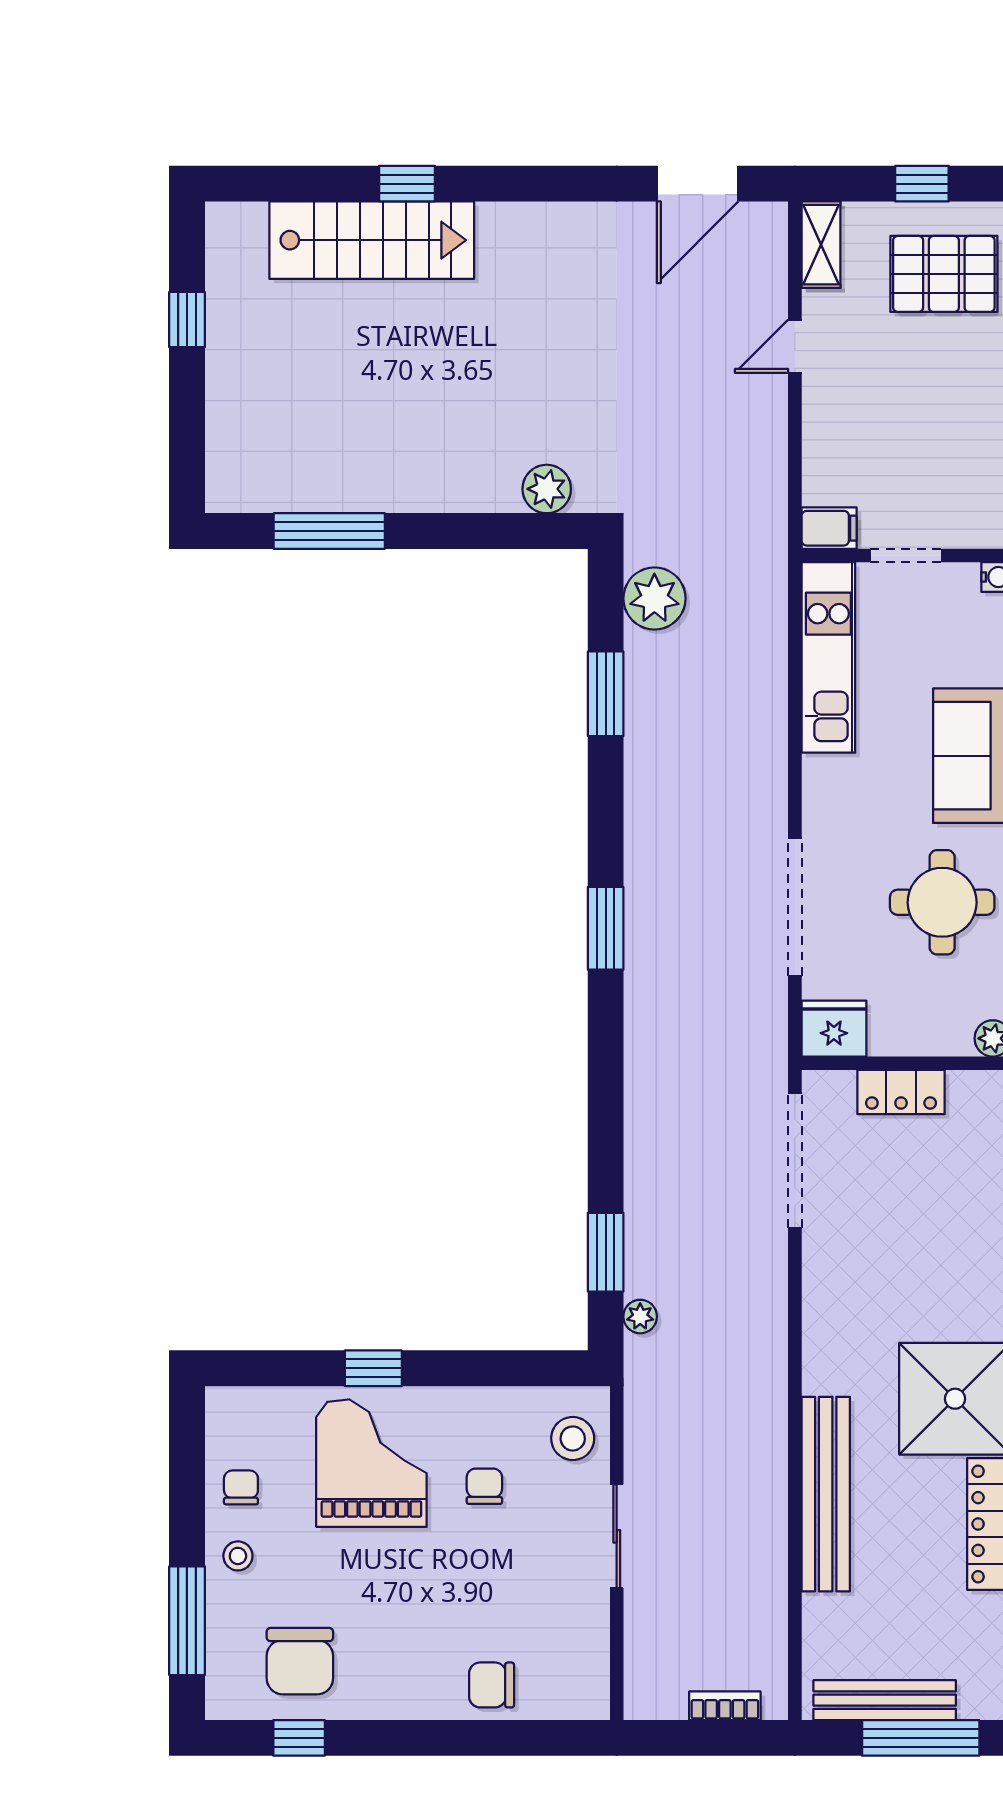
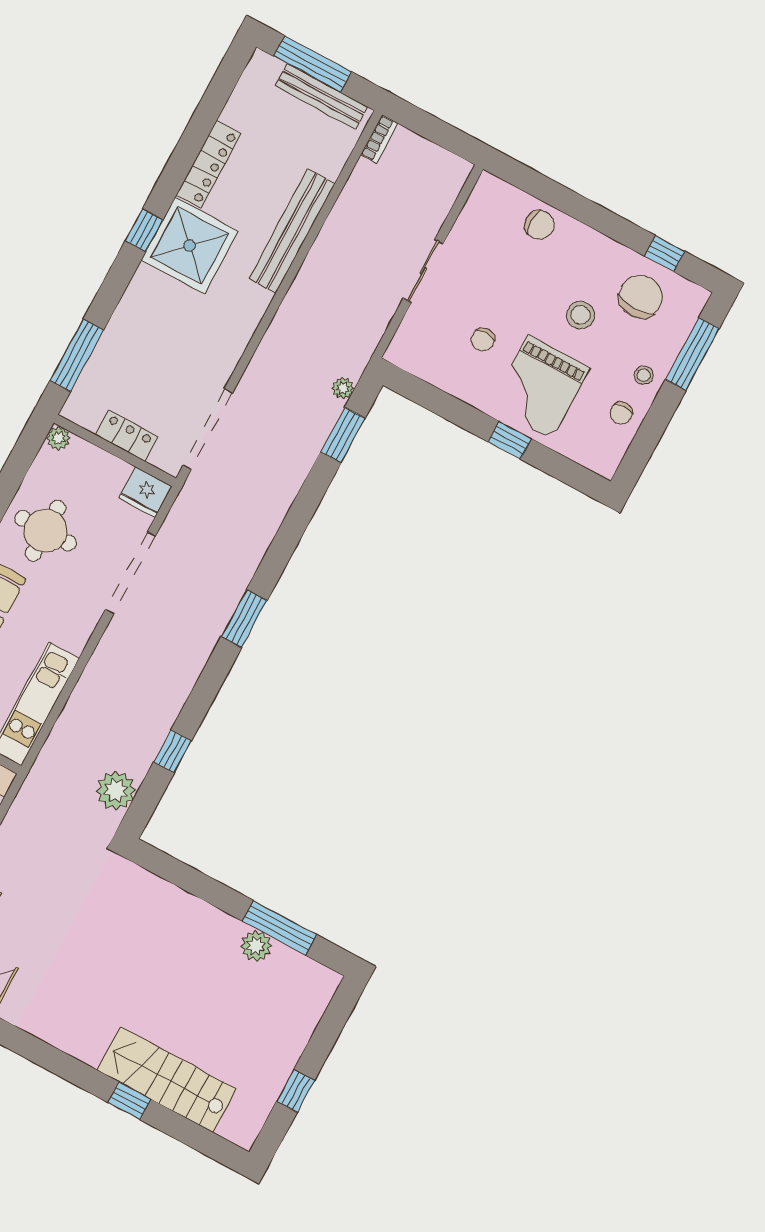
plant: (547, 489) -> (256, 946), moved
window: (606, 694) -> (173, 751), width x0.67
stool: (573, 1438) -> (580, 315), moved
bookcase: (725, 1706) -> (379, 139), moved, turned -90

